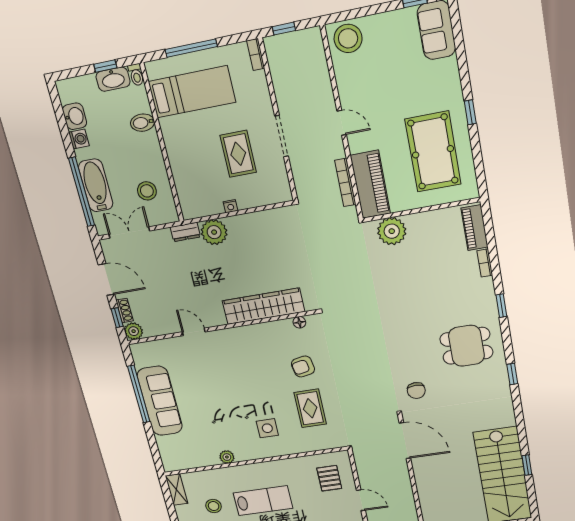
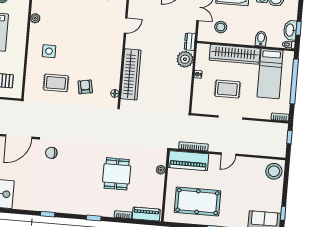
window: (191, 48) -> (294, 81), width x1.46
wardrobe: (181, 157) -> (235, 54), added
plant: (392, 231) -> (161, 170), width x0.53, depth x0.53
dining table: (466, 346) -> (117, 174), moved

